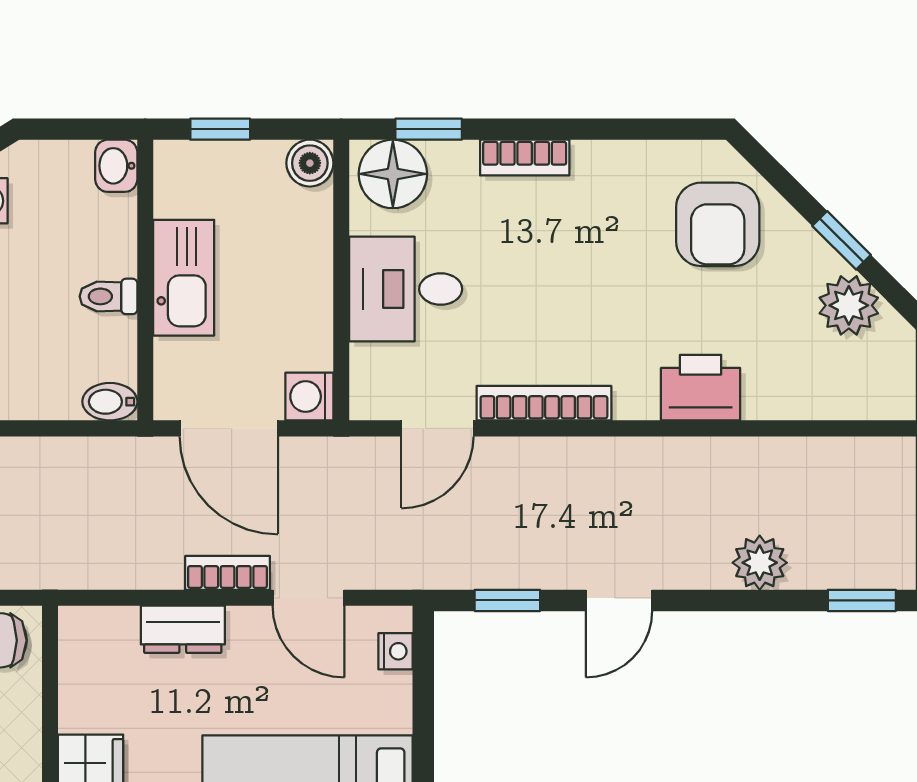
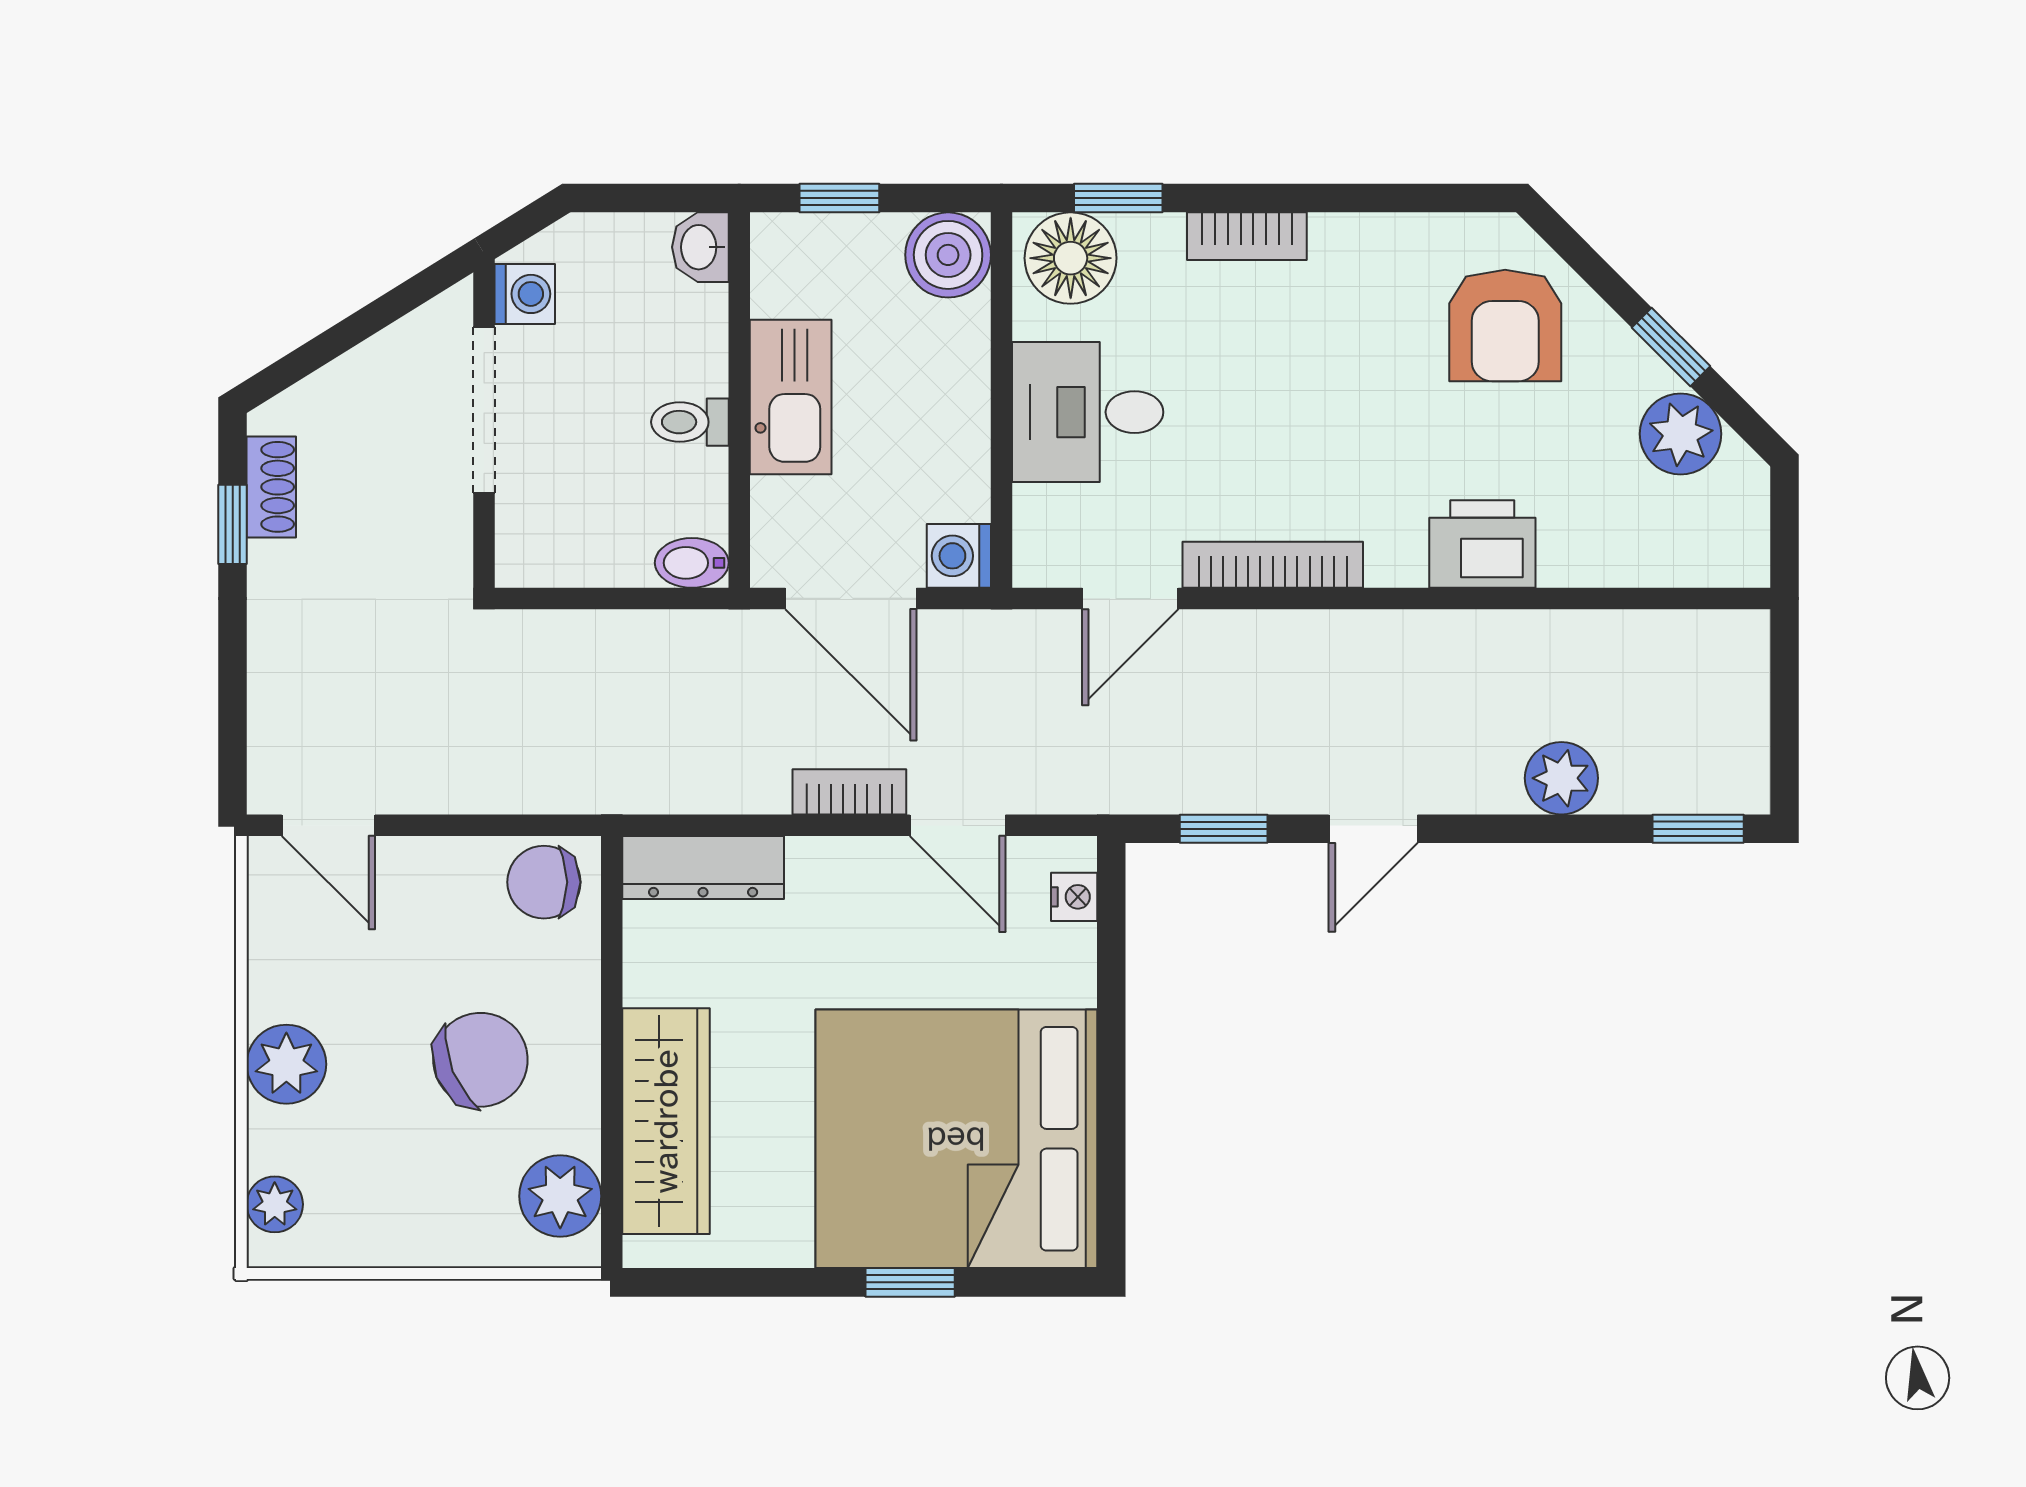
boiler: (310, 163) -> (948, 255), width x1.36, depth x1.36
dresser: (183, 629) -> (703, 867), moved, width x1.44

